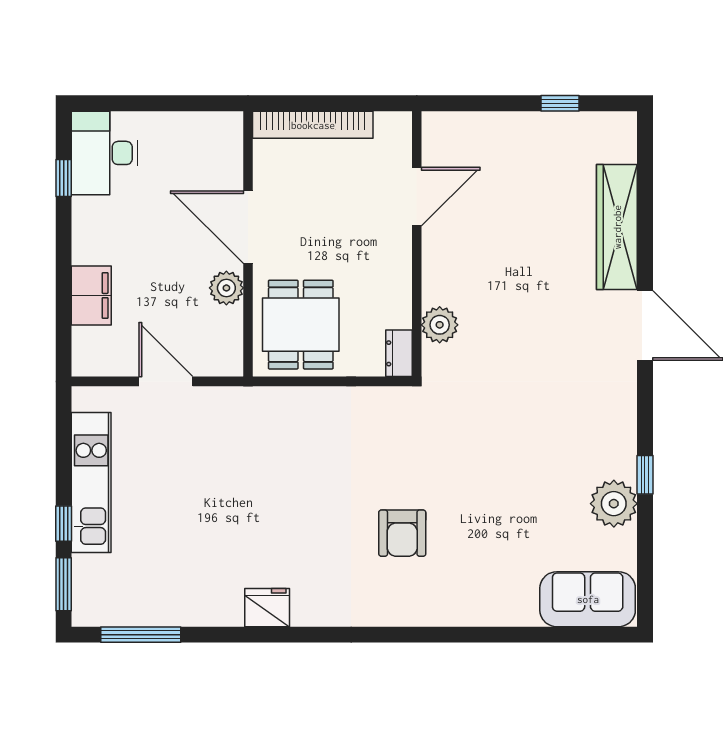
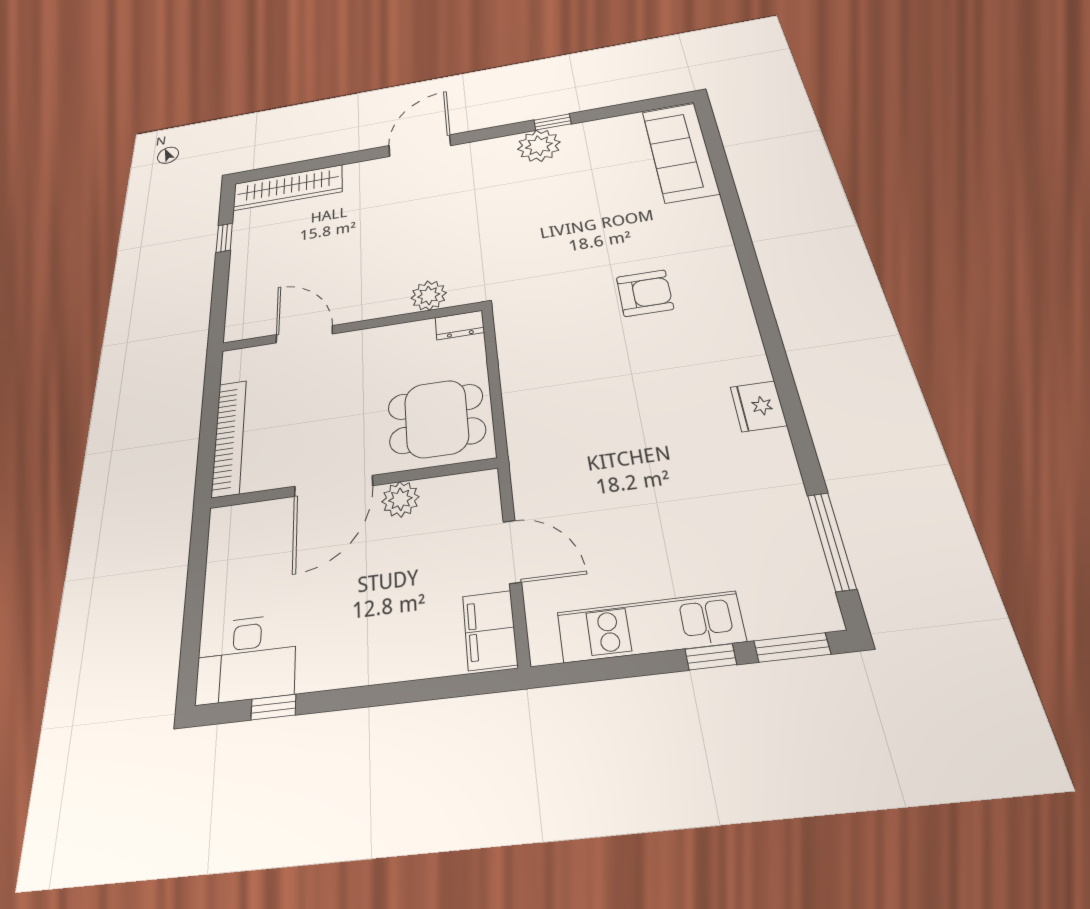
wardrobe: (617, 227) -> (288, 188), moved
filing cabinet: (91, 296) -> (490, 630), moved, turned -90
door: (166, 381) -> (512, 552), swing flipped
plant: (614, 504) -> (539, 146), moved
sofa: (588, 599) -> (680, 152), width x1.36

